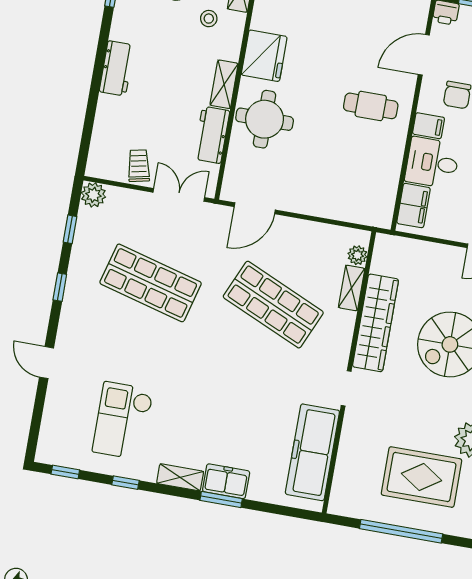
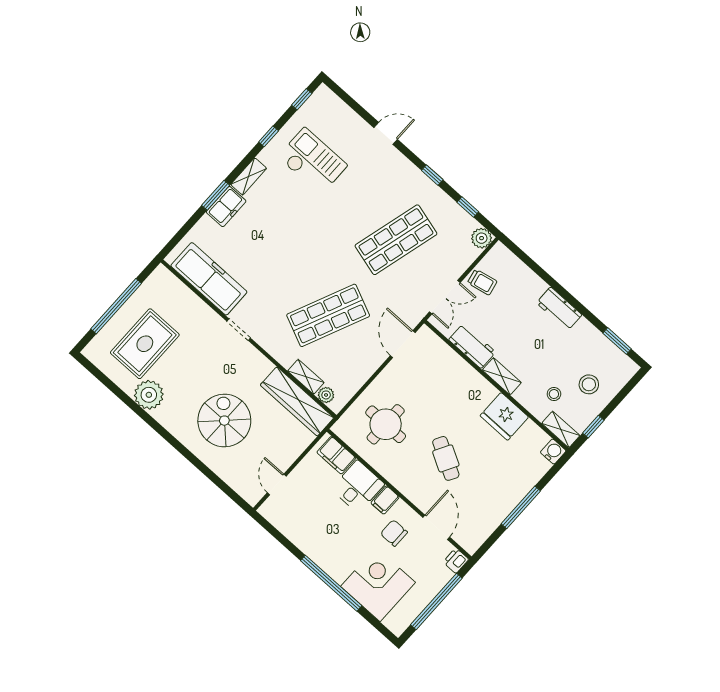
cafe table: (371, 106) -> (446, 458), moved, turned -61
round table: (265, 119) -> (386, 424), moved
wardrobe: (376, 323) -> (297, 401), moved

